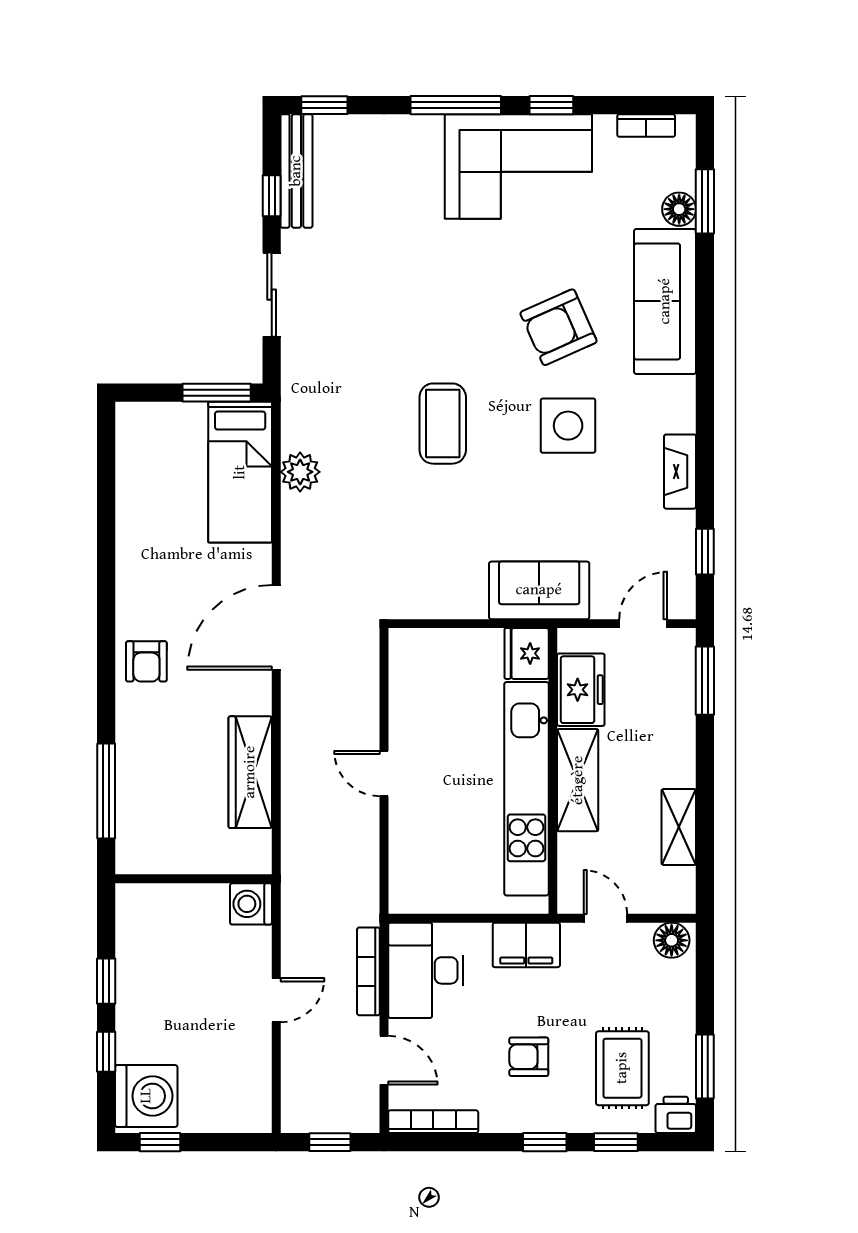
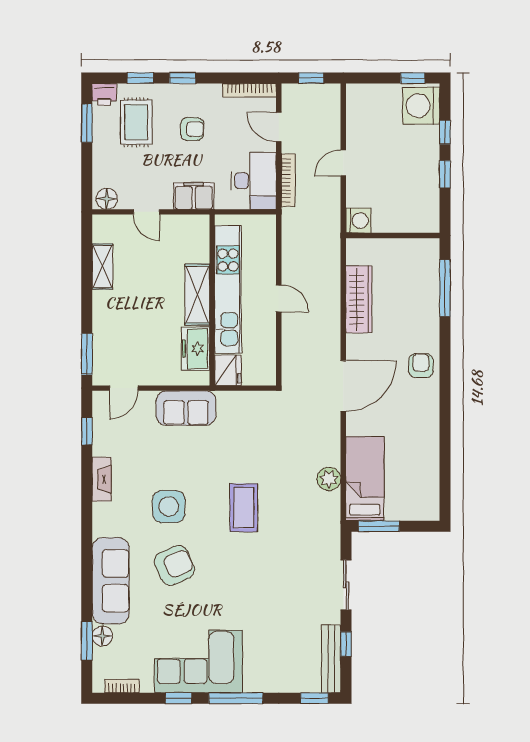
fridge: (527, 653) -> (228, 370), moved
freezer: (581, 690) -> (195, 349), moved
wall: (553, 771) -> (212, 300), moved
shelving: (578, 780) -> (197, 295), moved
kitchen unit: (527, 789) -> (228, 289), moved

